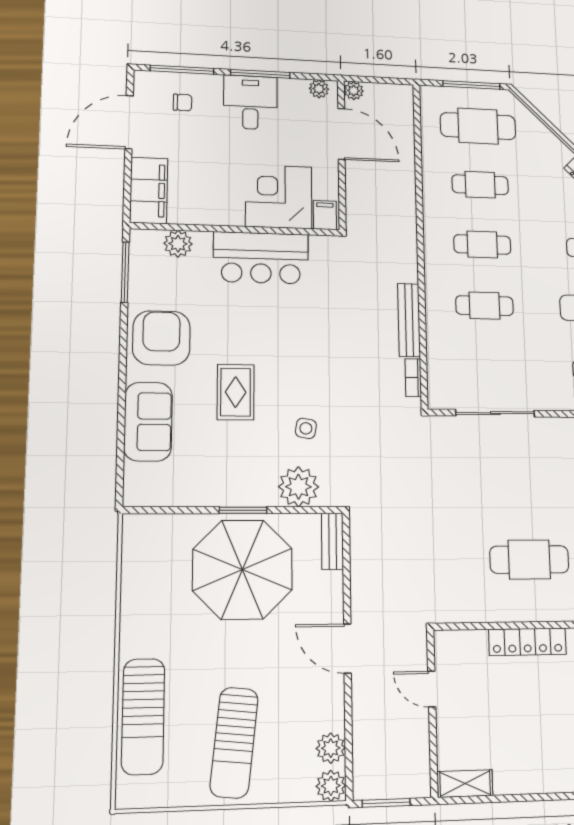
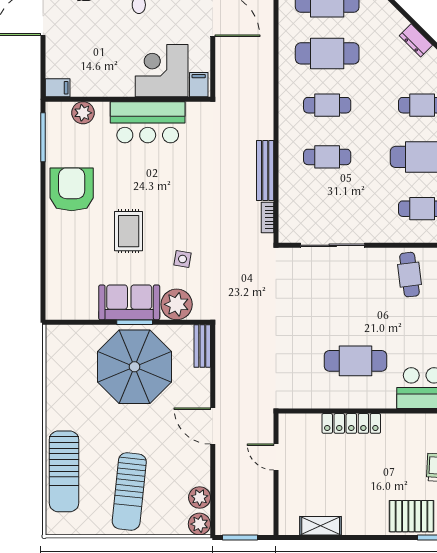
cafe table: (480, 185) -> (327, 53), width x1.37, depth x1.35
filing cabinet: (149, 190) -> (58, 88), width x0.33, depth x0.86
sofa: (148, 422) -> (129, 302), moved, turned -90
shelving: (465, 784) -> (321, 526), moved

